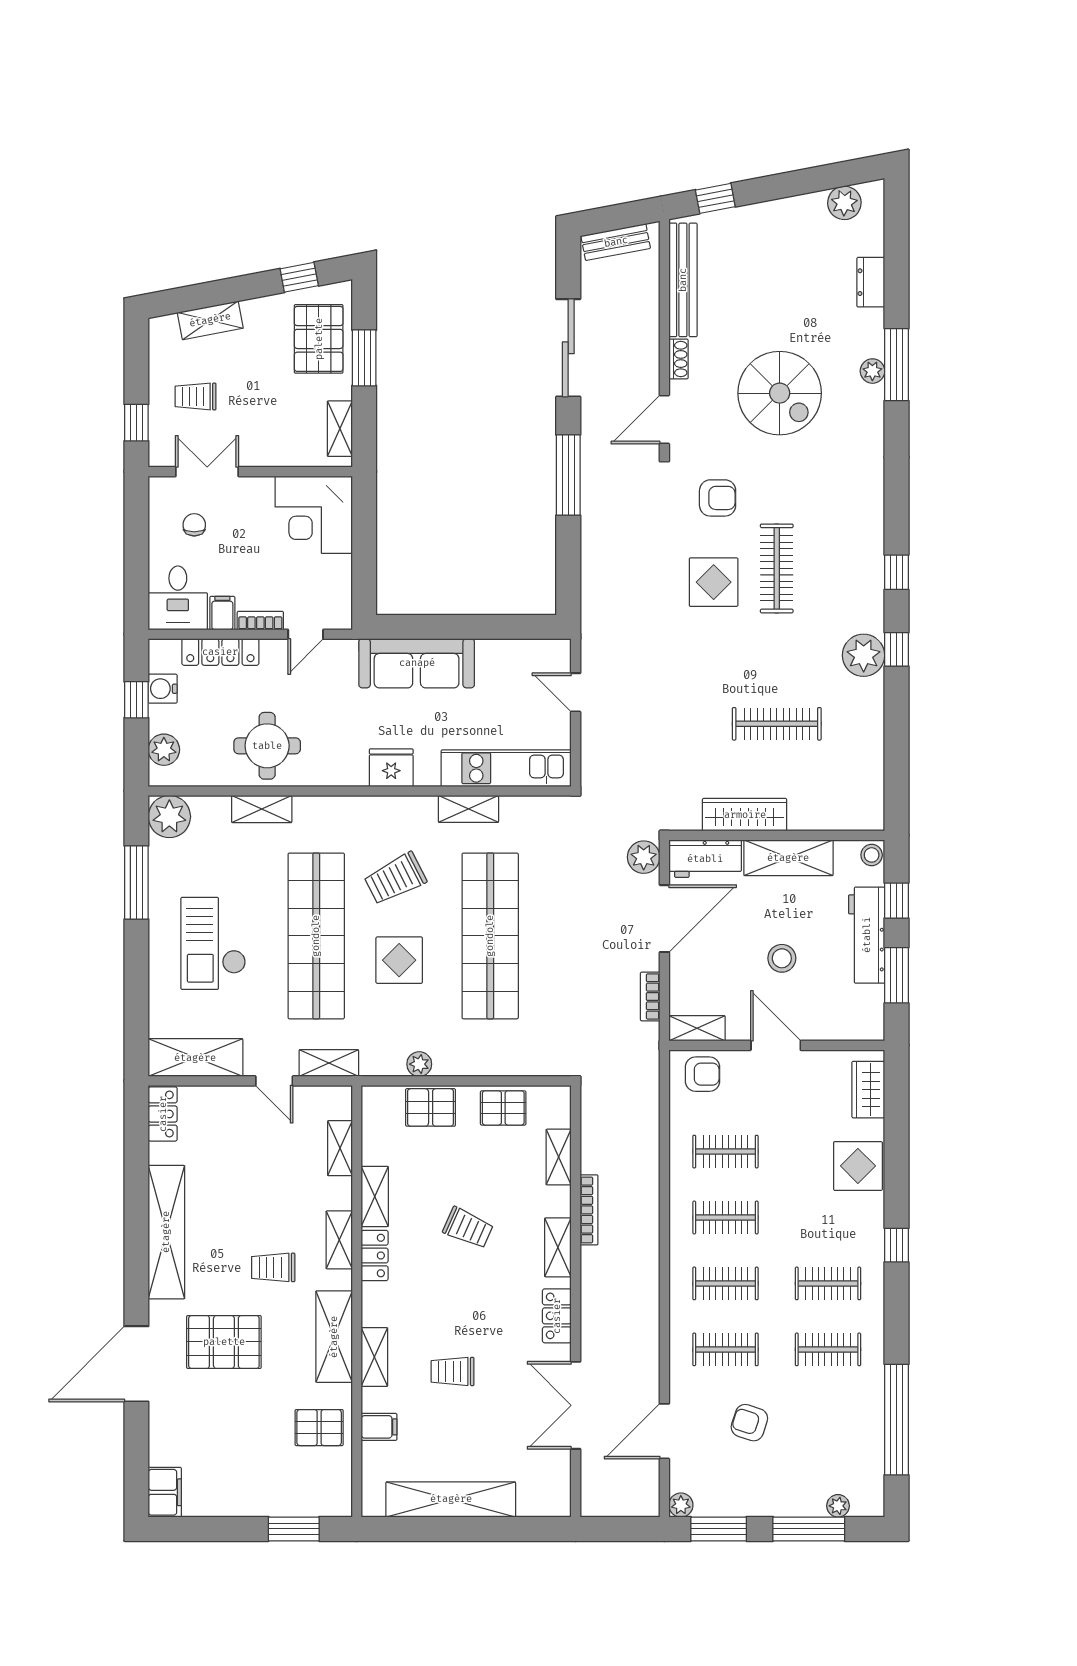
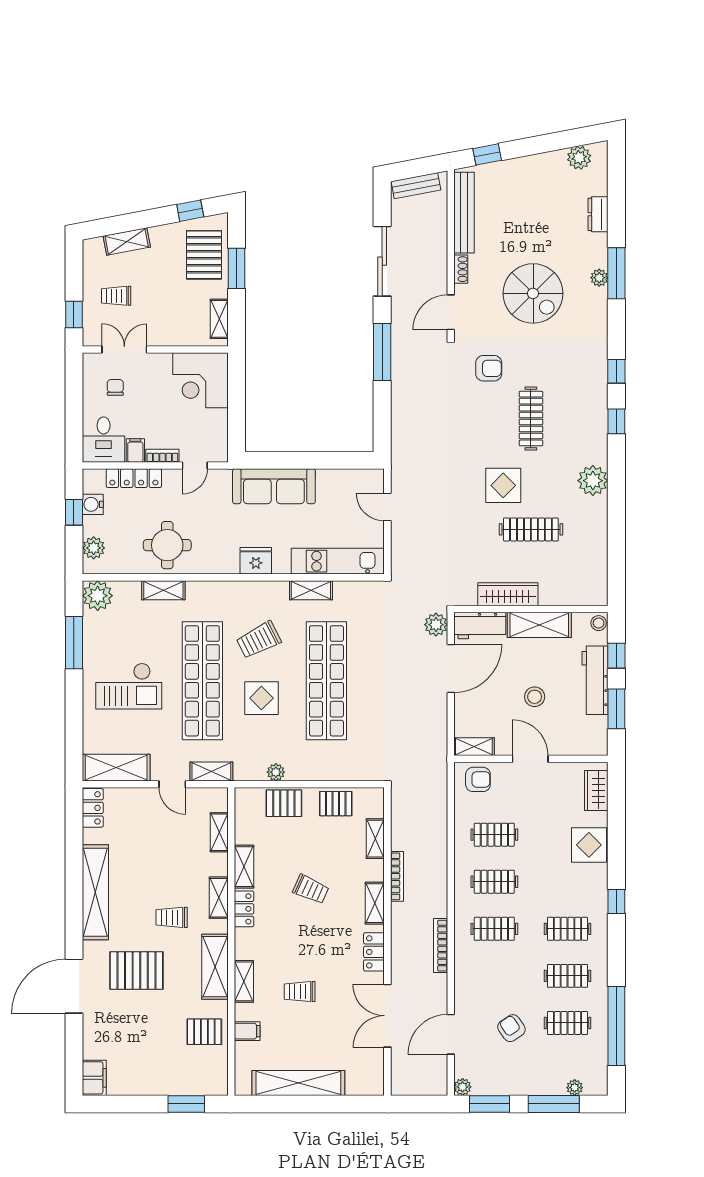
display table: (714, 582) -> (503, 485), moved
window: (897, 649) -> (616, 371), moved
checkout: (213, 943) -> (129, 686), turned -90
bookcase: (650, 996) -> (441, 946), moved, width x1.56
clothes rail: (725, 1349) -> (568, 1023), moved
armchair: (749, 1423) -> (511, 1028), turned 38

